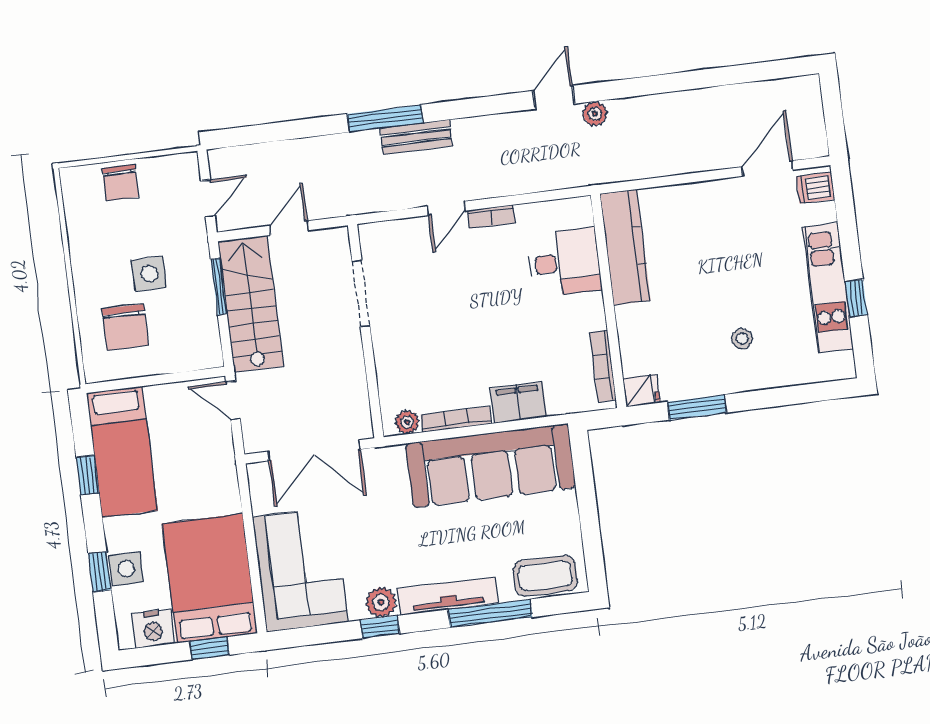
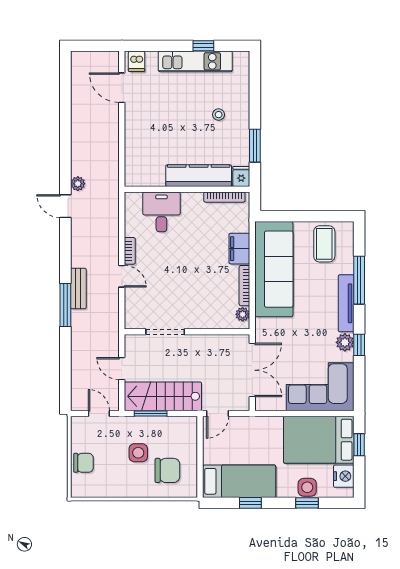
kitchen counter: (625, 247) -> (199, 176), moved
coffee table: (545, 576) -> (324, 244), moved

